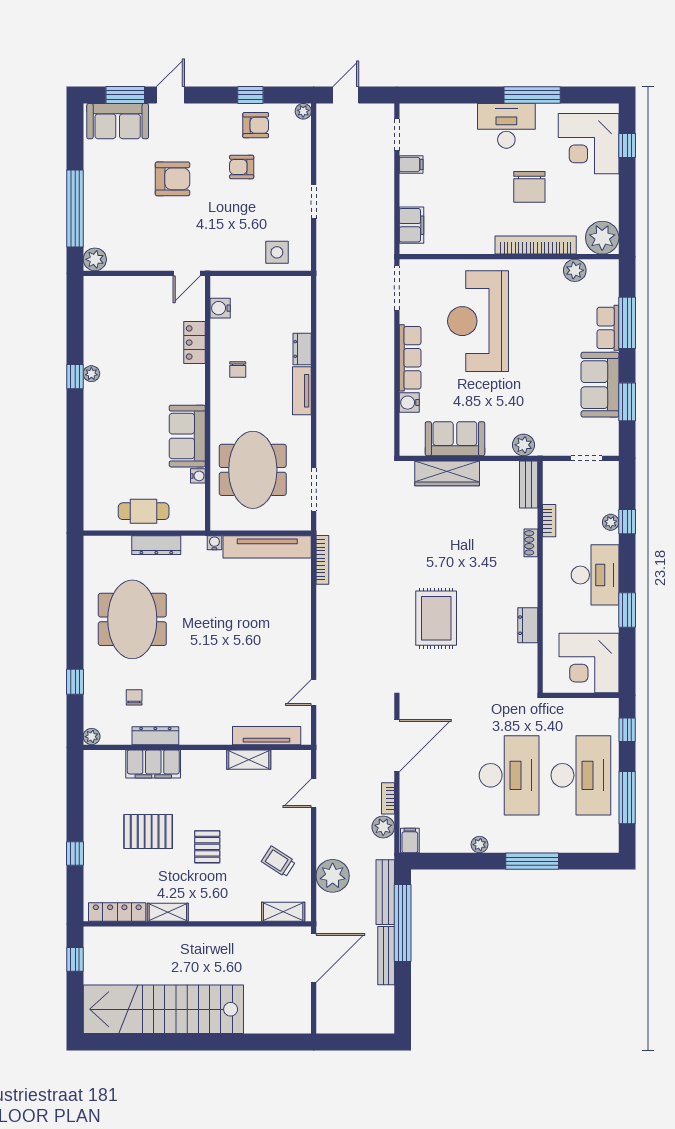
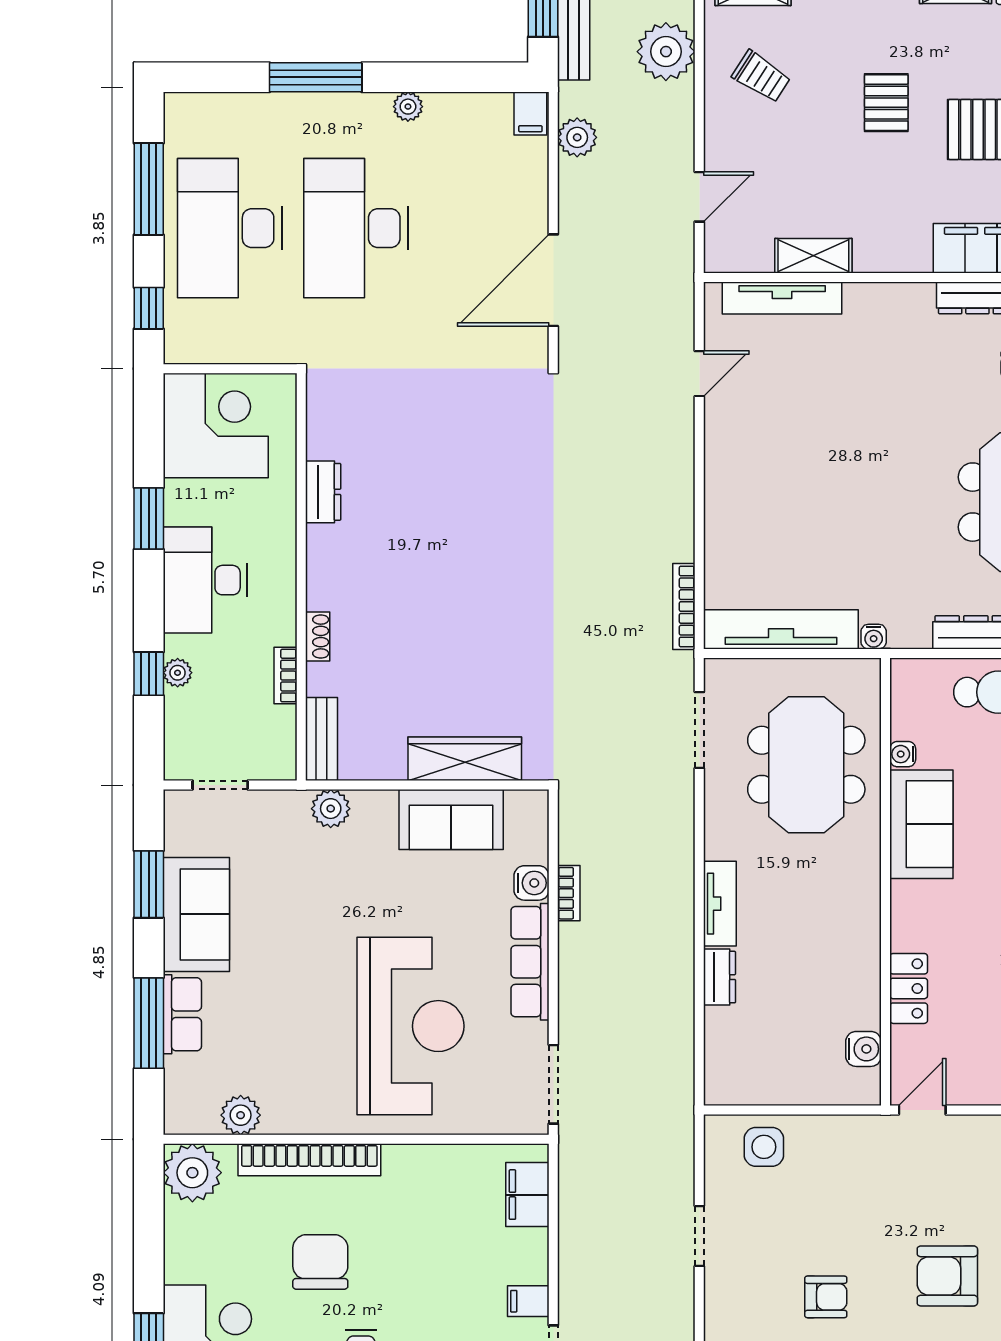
chair: (238, 370) -> (833, 941), removed
rug: (436, 618) -> (484, 504), removed
bookcase: (388, 798) -> (569, 893), moved

